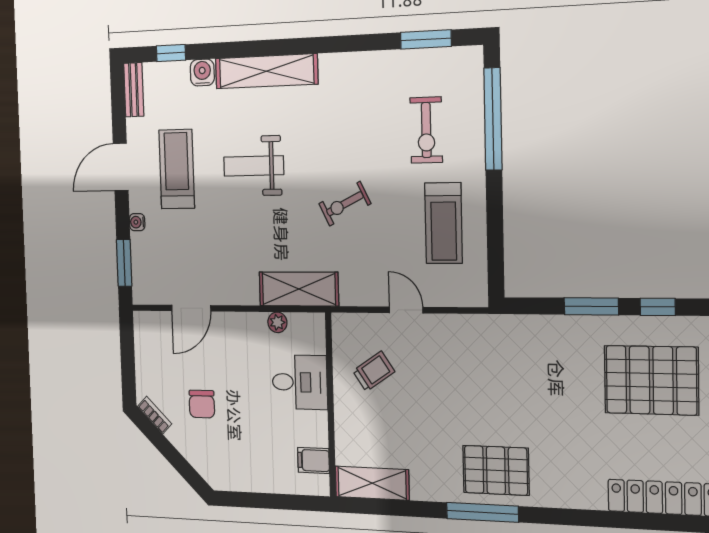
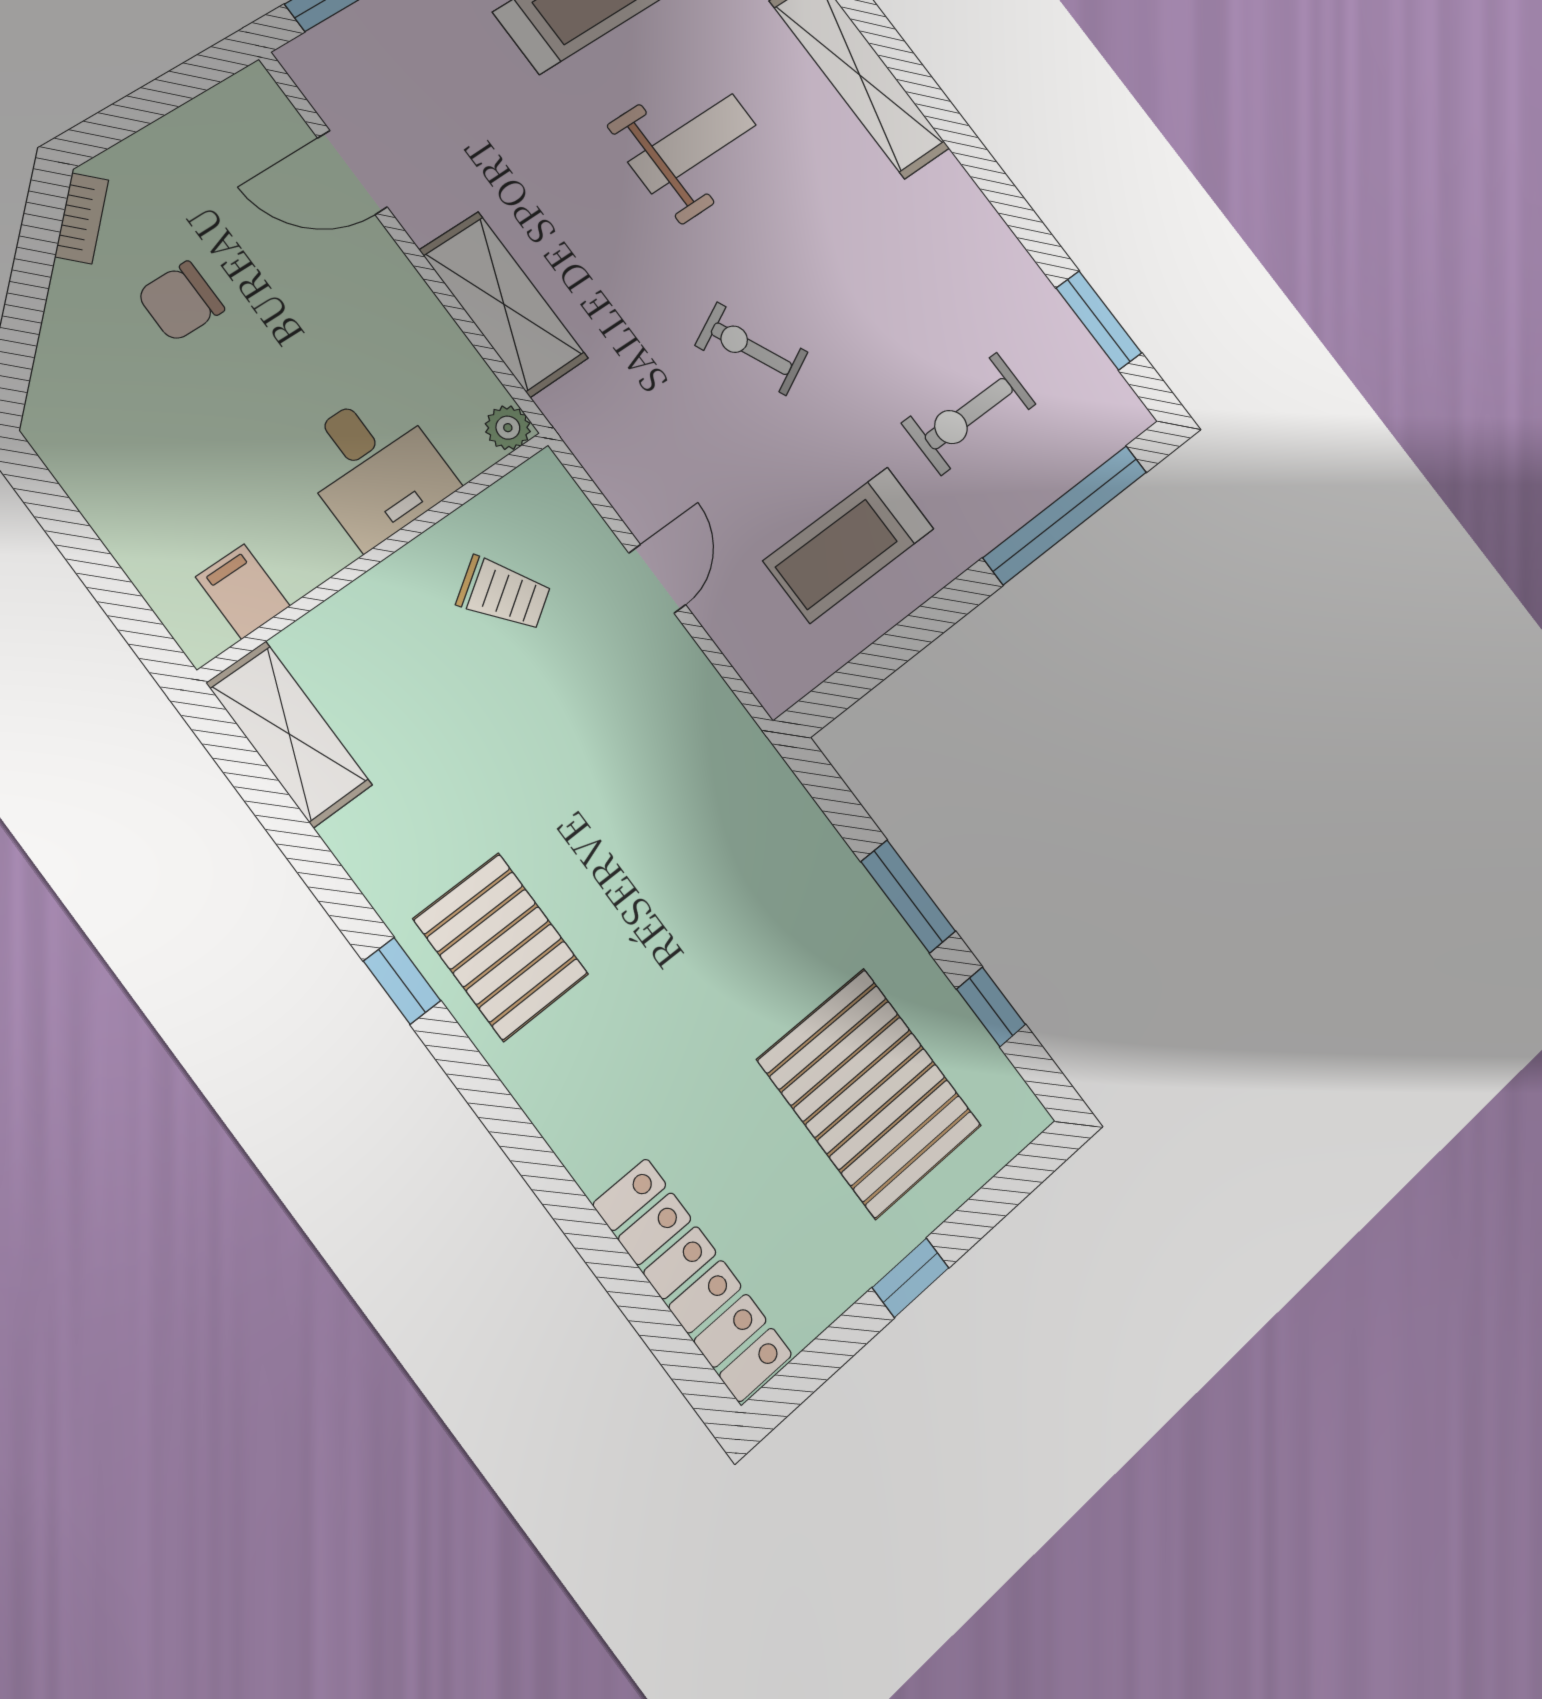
weight bench: (254, 166) -> (692, 143), turned 90
shelving: (299, 289) -> (504, 304), moved
plant: (277, 322) -> (508, 428), moved
window: (482, 512) -> (402, 981), width x0.46

